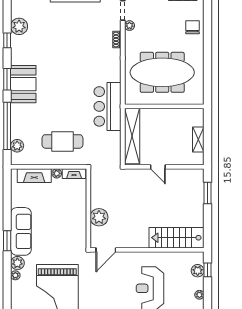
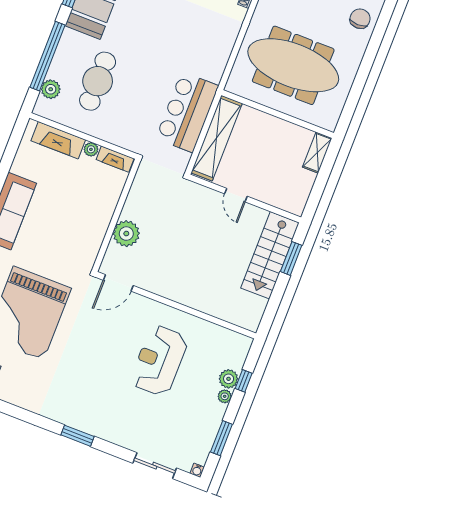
bar counter: (108, 106) -> (187, 112), moved
shelving: (198, 139) -> (317, 153), moved
cafe table: (62, 141) -> (98, 81), moved, turned 90
stairs: (177, 238) -> (270, 255), moved, turned -90
window: (208, 270) -> (244, 381), moved
plant: (198, 271) -> (229, 379), moved

